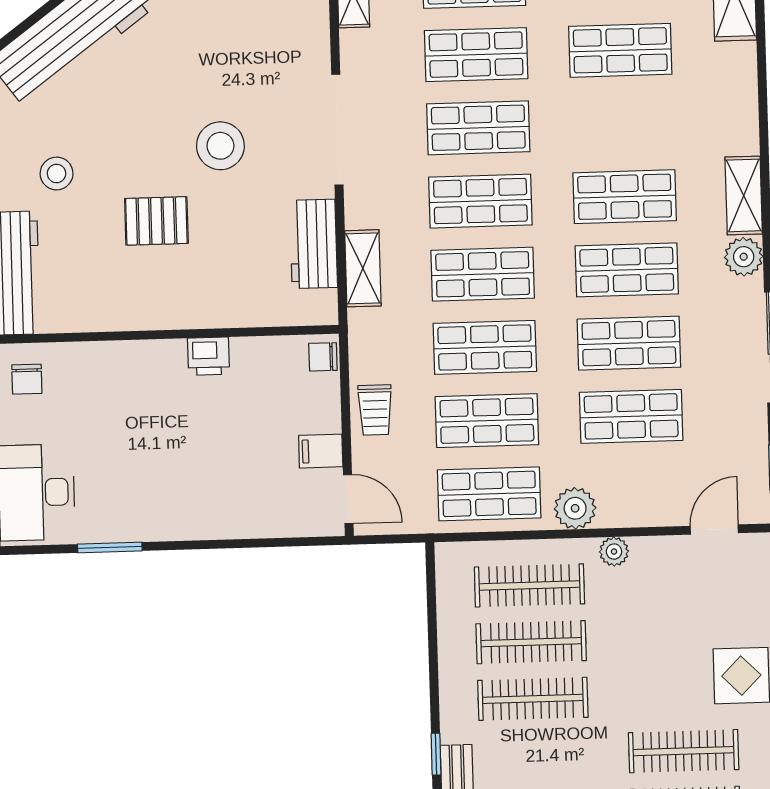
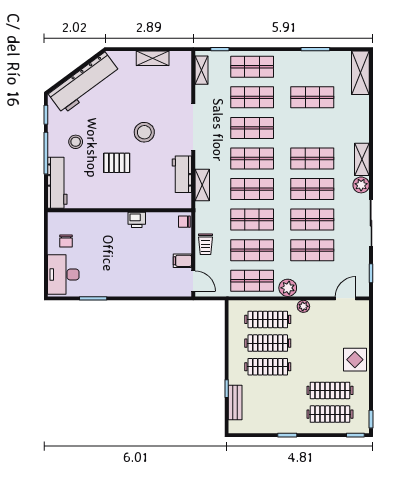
chair: (27, 379) -> (66, 241), moved

